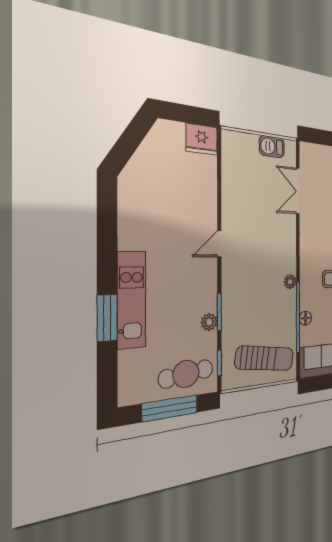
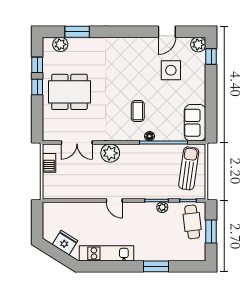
fridge: (202, 139) -> (65, 243), moved, turned -58
plant: (290, 282) -> (110, 153), moved, width x1.88, depth x1.88
kitchen unit: (132, 300) -> (106, 253), moved
floor lamp: (305, 318) -> (150, 136), moved
window: (170, 408) -> (211, 232), width x0.69

